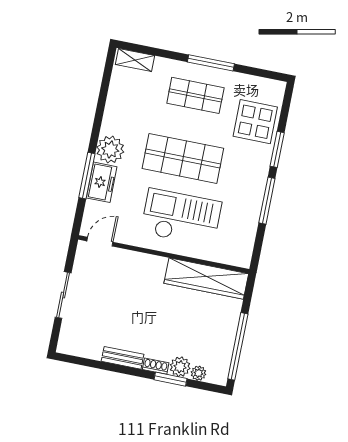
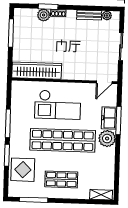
window: (211, 63) -> (34, 200), moved
shop shelf: (183, 158) -> (63, 140), width x1.40
window: (238, 346) -> (11, 33), width x0.68
bench: (123, 358) -> (89, 15), moved
plant: (198, 373) -> (107, 15), moved

